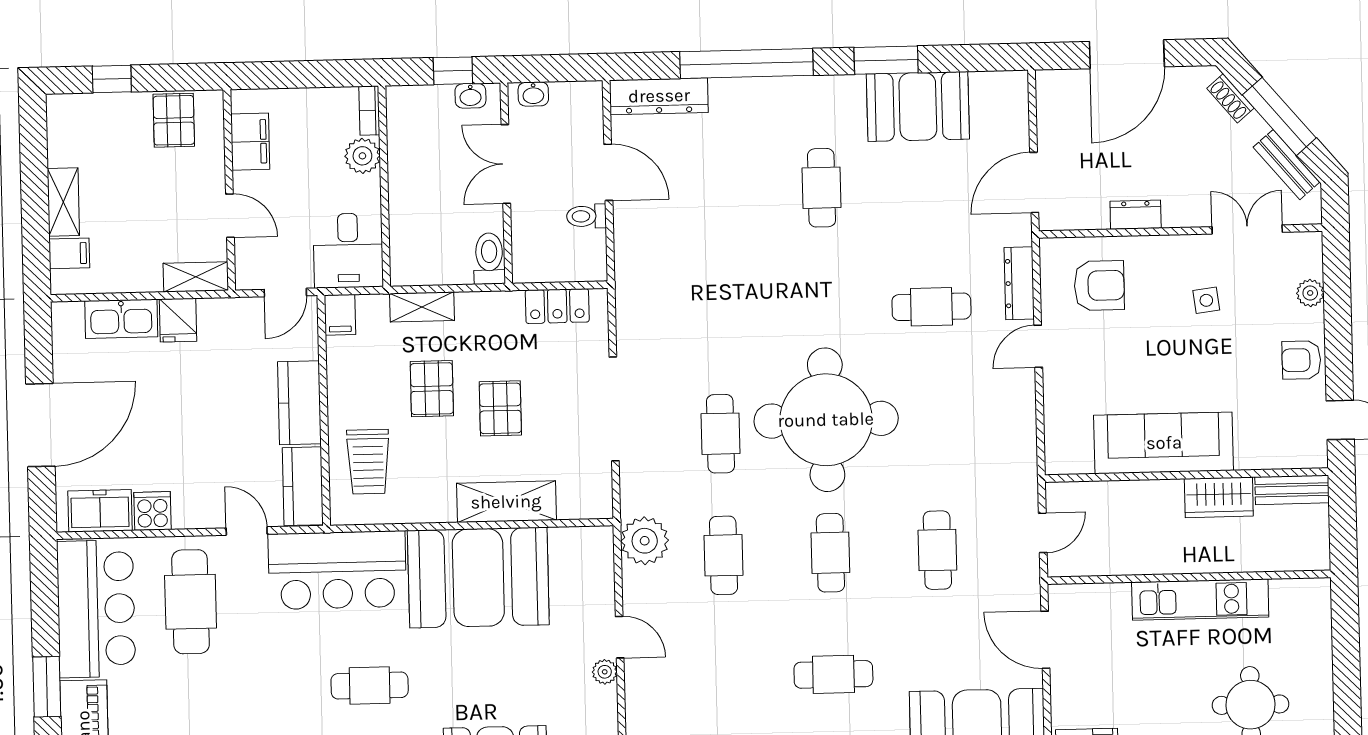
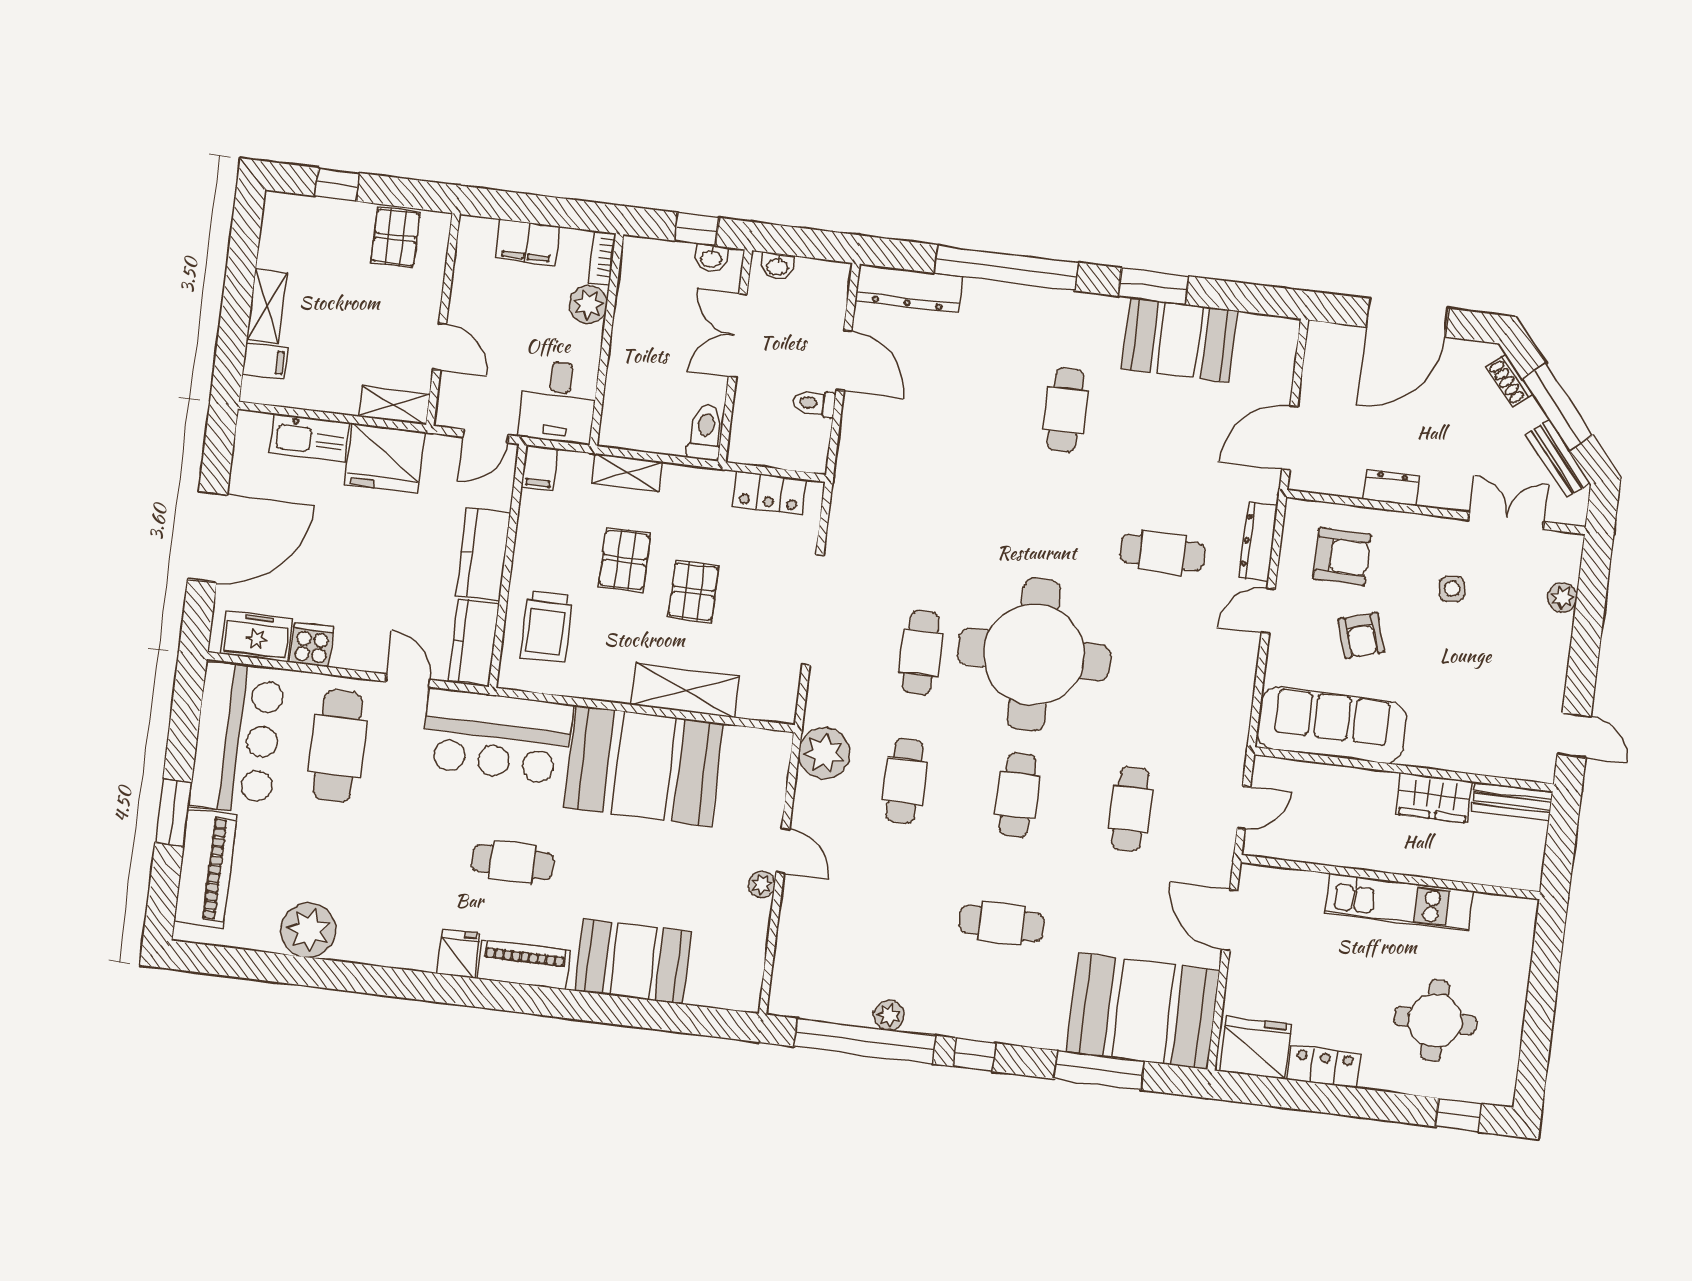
filing cabinet: (250, 142) -> (528, 242), moved, turned 90
fridge: (178, 320) -> (385, 458), width x1.88, depth x1.34
armchair: (1301, 360) -> (1361, 636), moved, turned -107
sofa: (1164, 443) -> (1332, 725), moved

